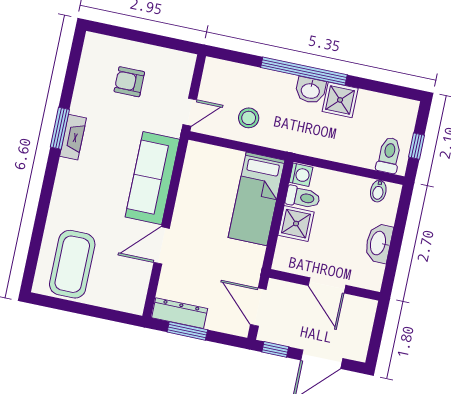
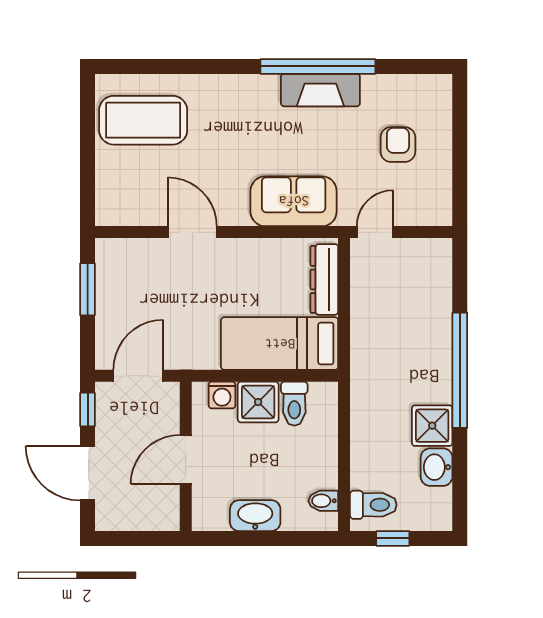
washbasin: (310, 90) -> (437, 467), moved
door: (190, 112) -> (375, 232), swing flipped
stool: (249, 118) -> (383, 311), removed
window: (60, 128) -> (318, 66), width x2.11
fireplace: (73, 137) -> (320, 90), width x1.37, depth x1.32
washing machine: (301, 175) -> (222, 395), moved
sofa: (152, 178) -> (294, 201), width x0.73
dresser: (180, 313) -> (324, 279), moved, turned 180

